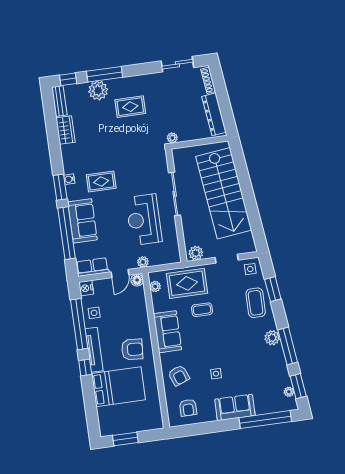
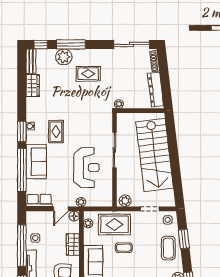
sliding door: (177, 64) -> (131, 44), width x1.37
rug: (101, 181) -> (56, 132), turned 90
reception desk: (144, 220) -> (86, 168), turned 180
nightstand: (86, 288) -> (32, 217), removed
wardrobe: (140, 314) -> (73, 244), added

